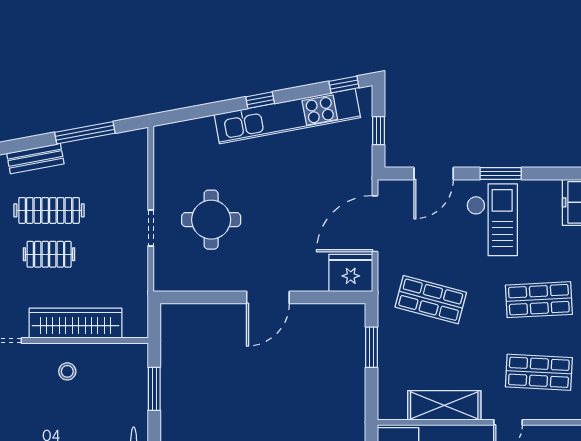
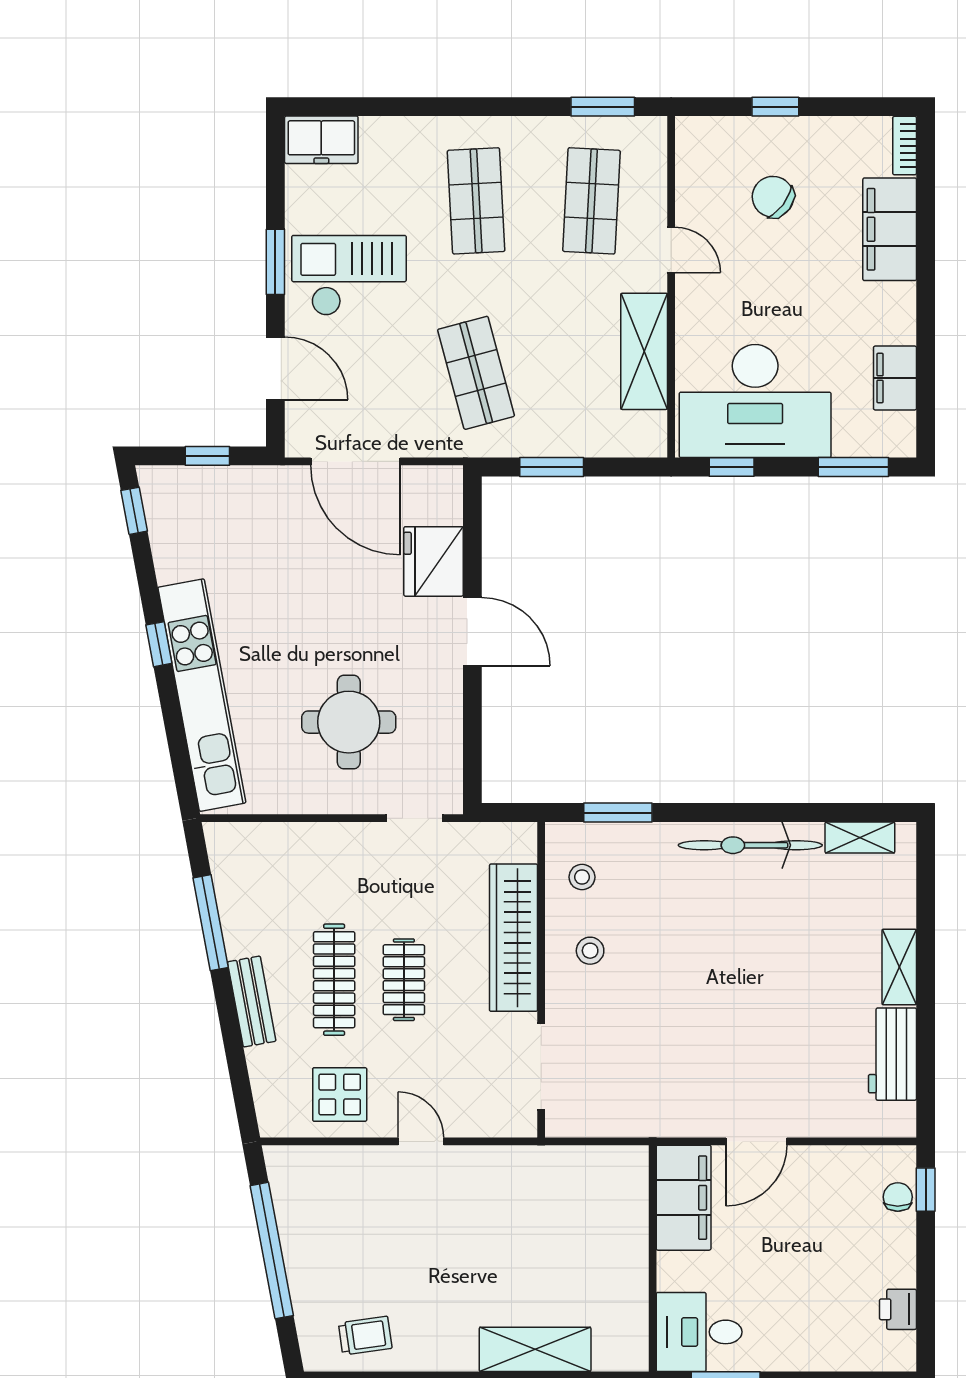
kitchen unit: (287, 116) -> (202, 695), moved
doorway: (151, 228) -> (415, 818), moved
fridge: (351, 273) -> (434, 561), moved
shop shelf: (431, 300) -> (476, 373), turned -30
stool: (114, 366) -> (582, 877), added

